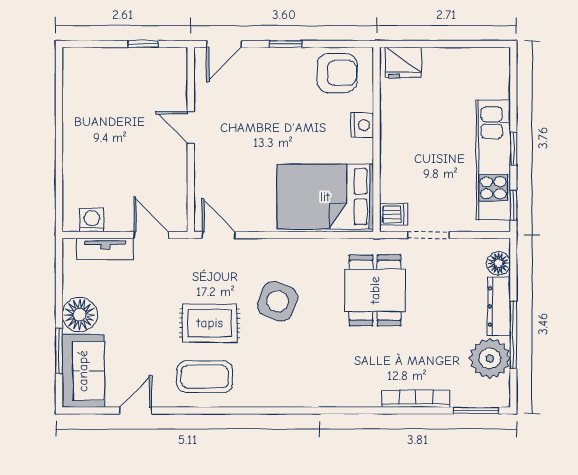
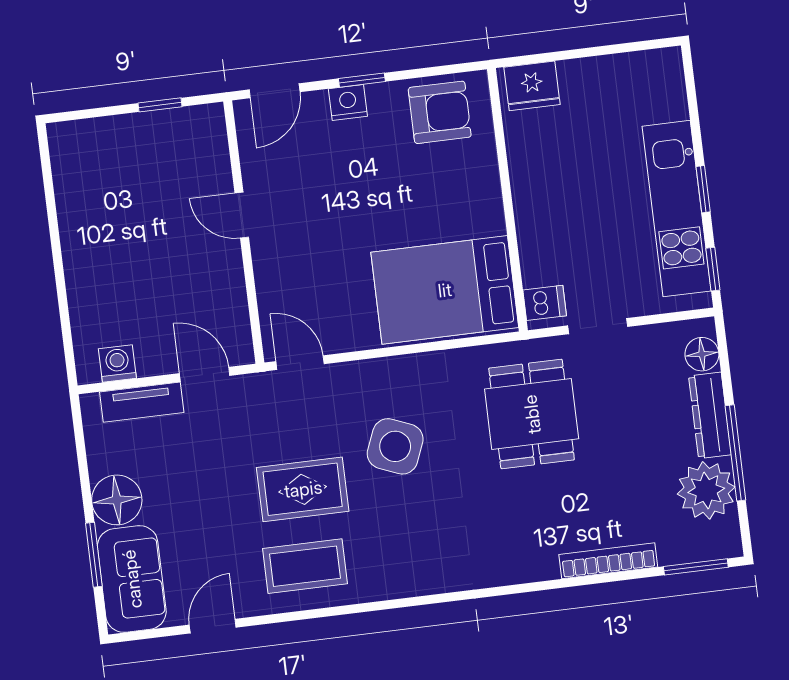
nightstand: (362, 125) -> (348, 103), moved, turned -90

